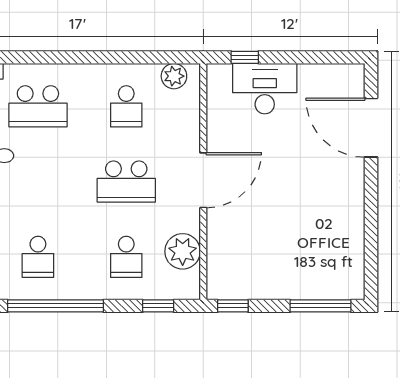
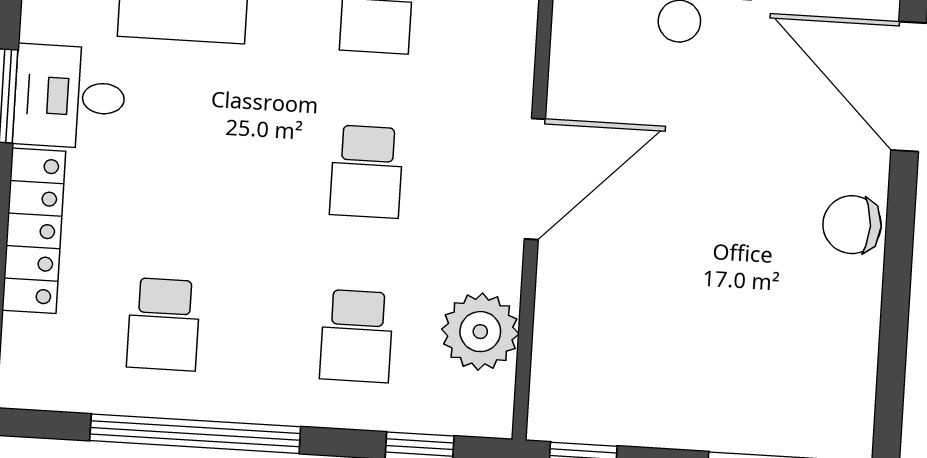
school desk: (126, 182) -> (367, 172), width x0.54
chair: (349, 192) -> (852, 225), added

